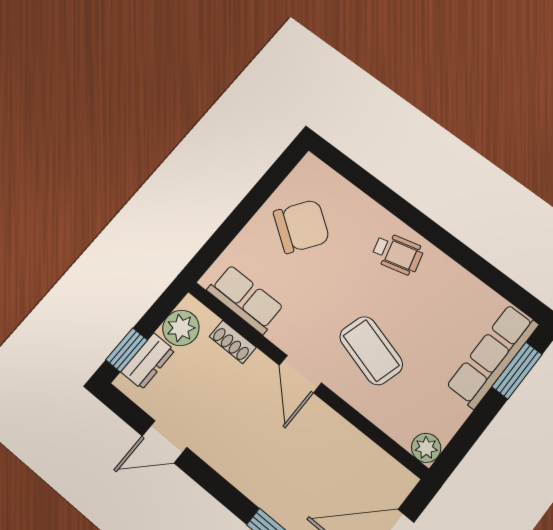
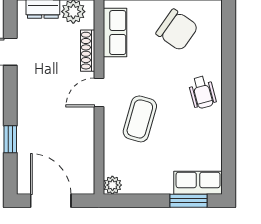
shoe rack: (233, 342) -> (88, 51), width x1.43
row of seats: (493, 356) -> (198, 183), width x0.68

